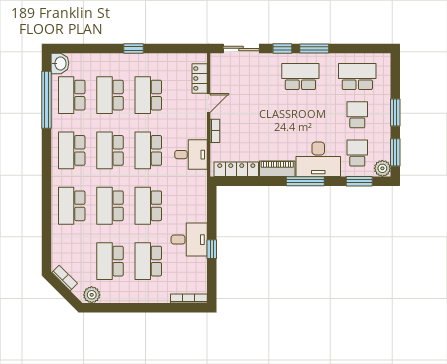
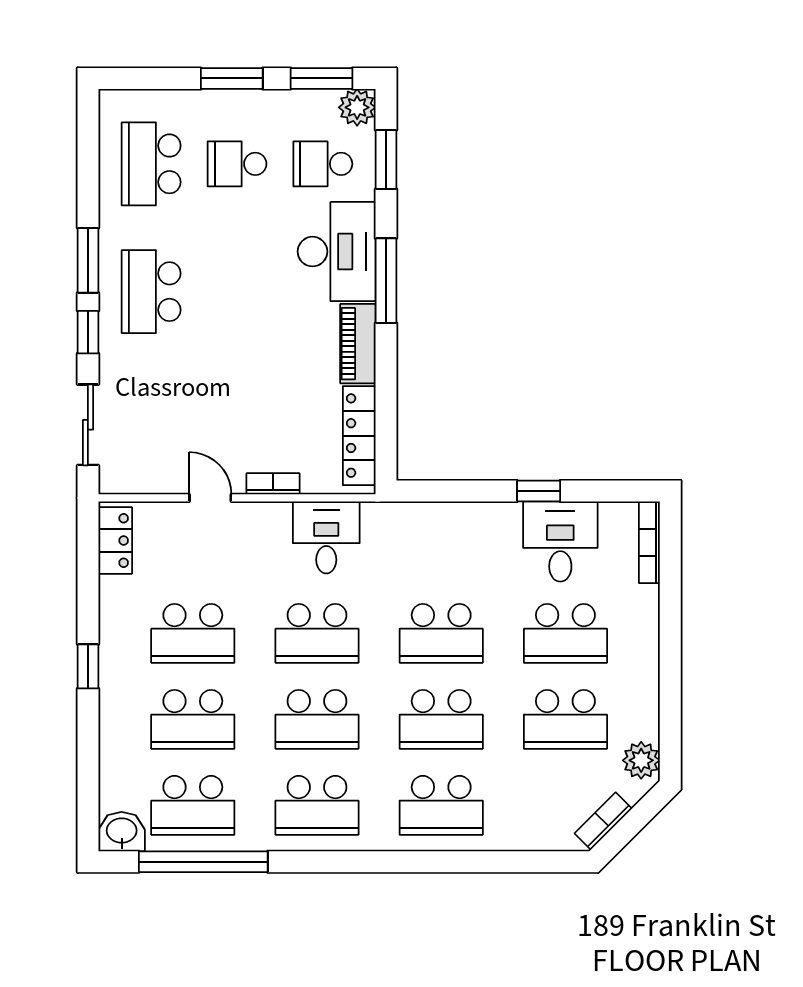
locker: (200, 78) -> (115, 541), moved, turned -90
desk: (189, 240) -> (560, 541), moved

